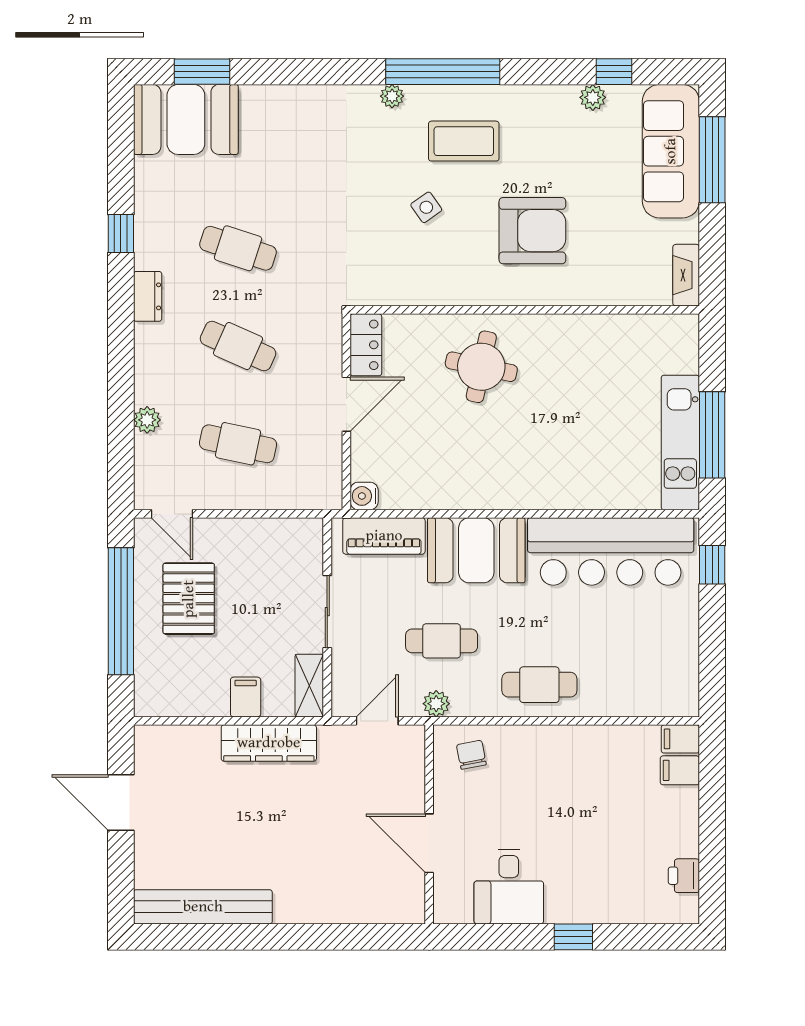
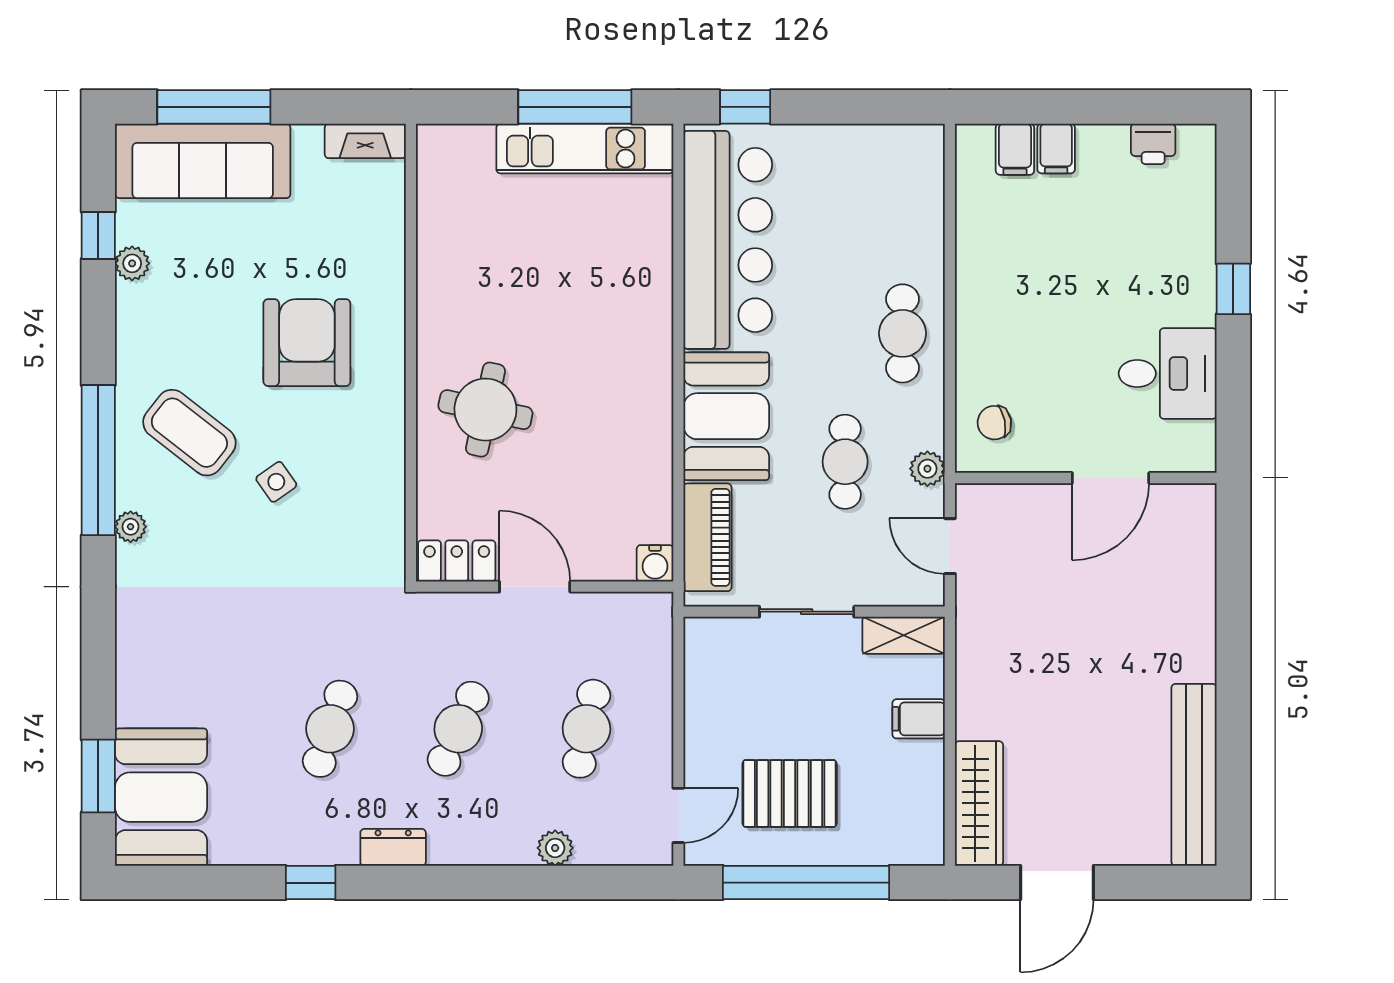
coffee table: (464, 141) -> (189, 433), turned -52
filing cabinet: (680, 739) -> (1056, 149), moved
wardrobe: (269, 743) -> (979, 803), moved

